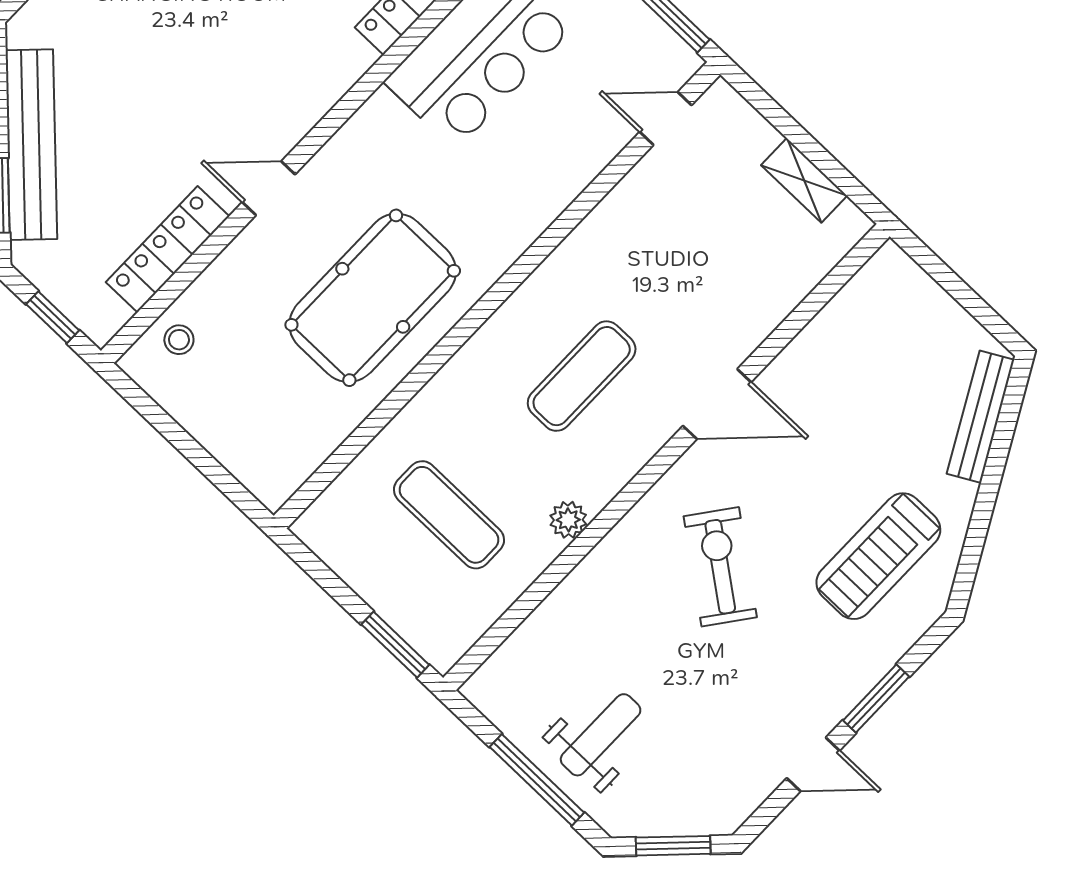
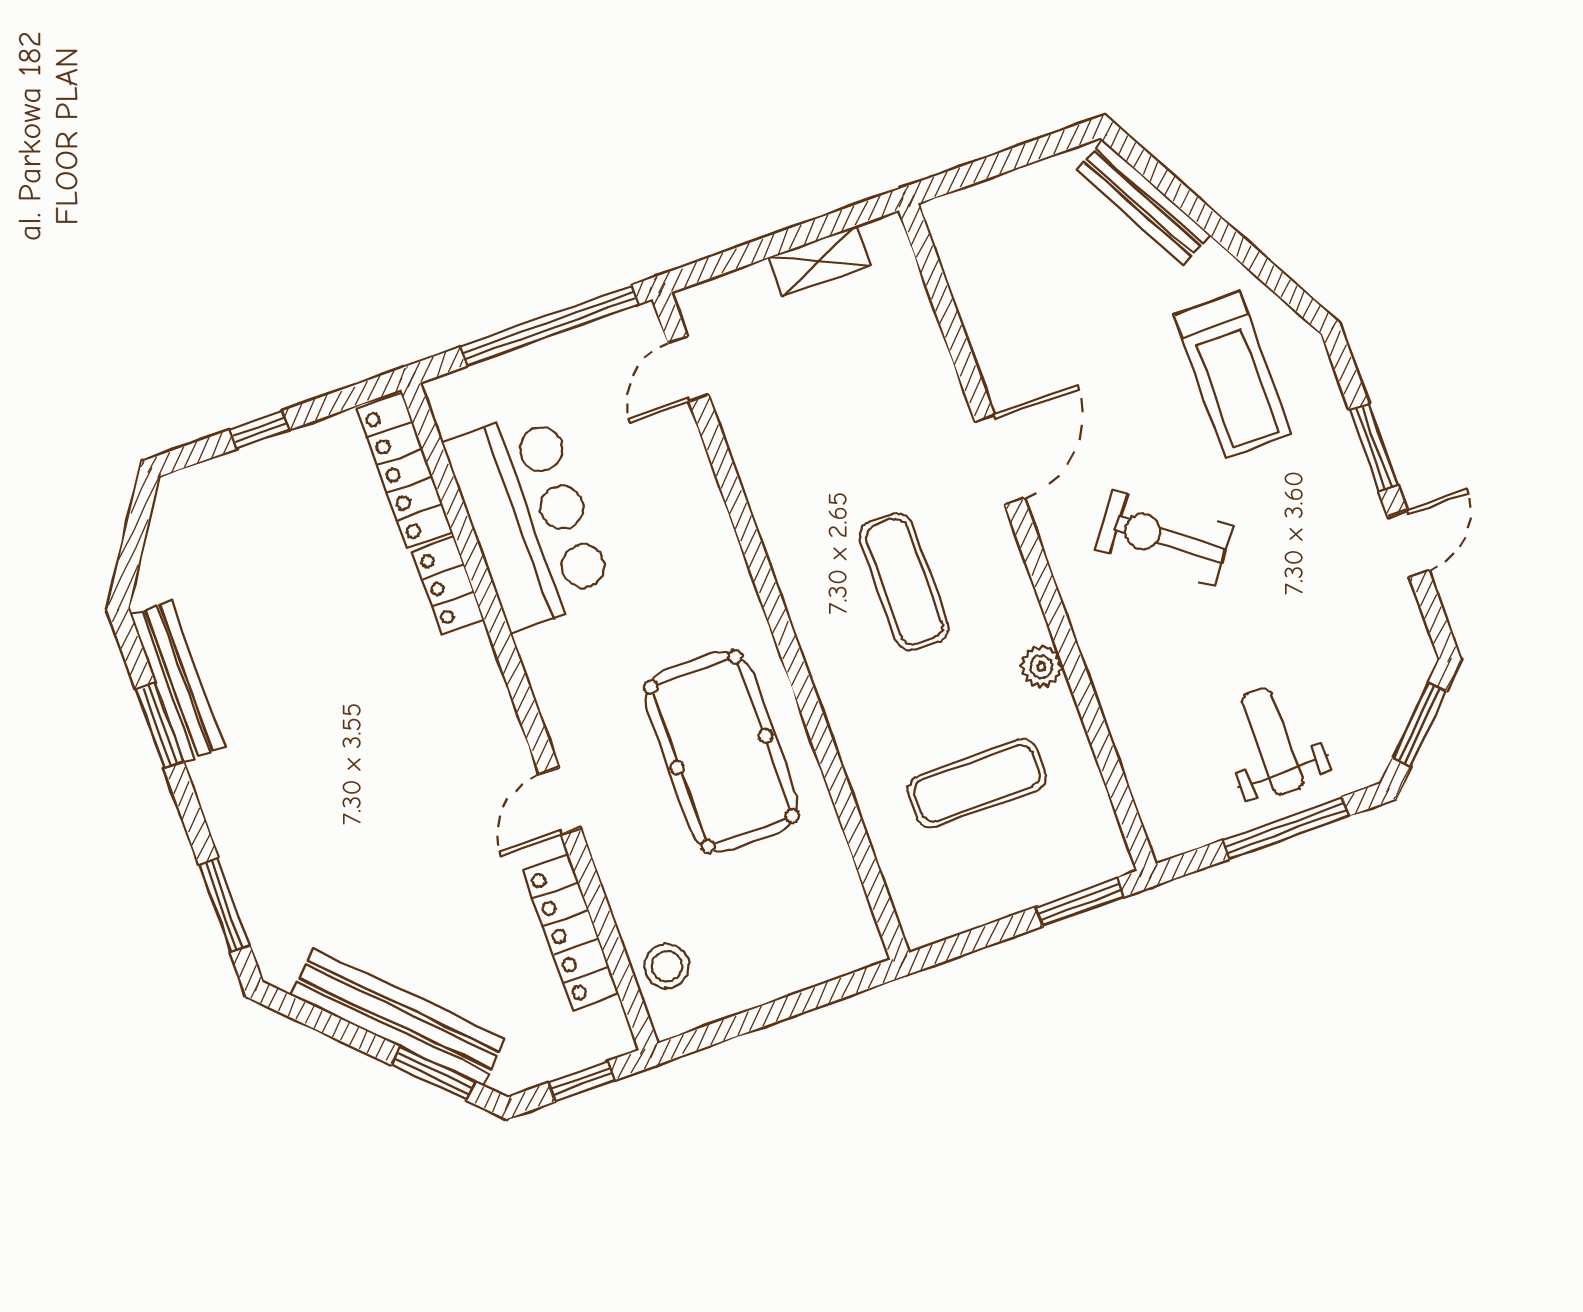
stool: (179, 340) -> (667, 966), width x1.37, depth x1.37

